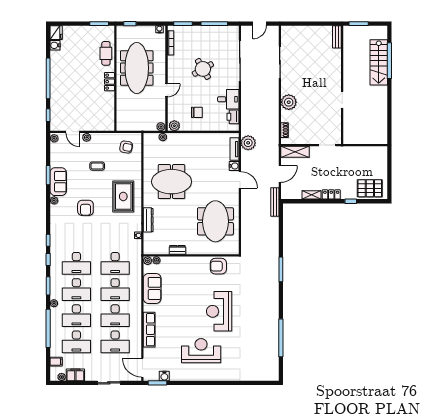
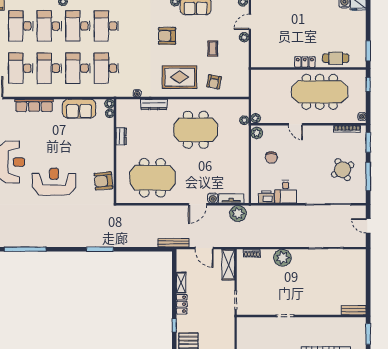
round table: (203, 69) -> (343, 170), moved
armchair: (126, 147) -> (214, 82), moved
meeting table: (172, 182) -> (196, 130), turned 90
armchair: (218, 266) -> (103, 181), turned -95

